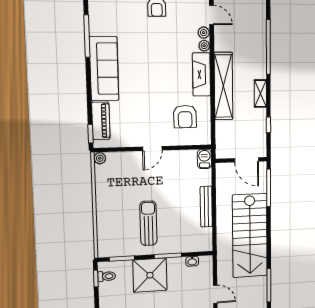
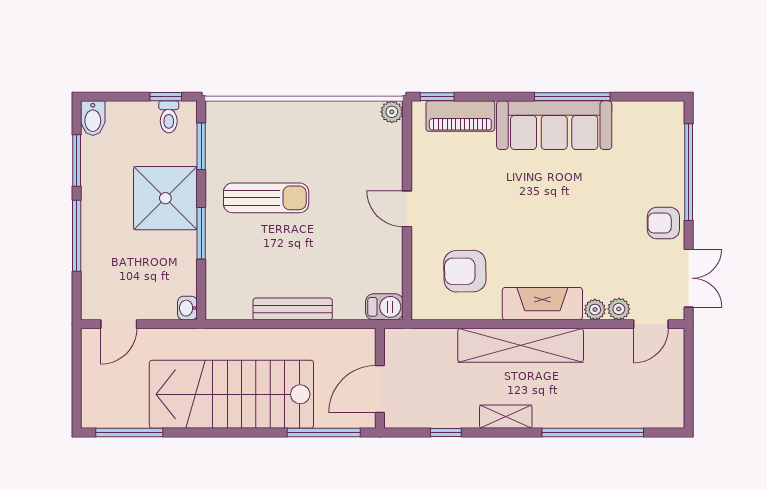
window: (87, 36) -> (572, 97), moved
washbasin: (192, 261) -> (187, 308), moved

